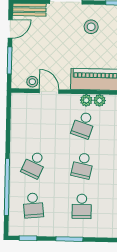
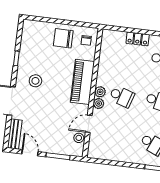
plant: (100, 100) -> (99, 104), moved

